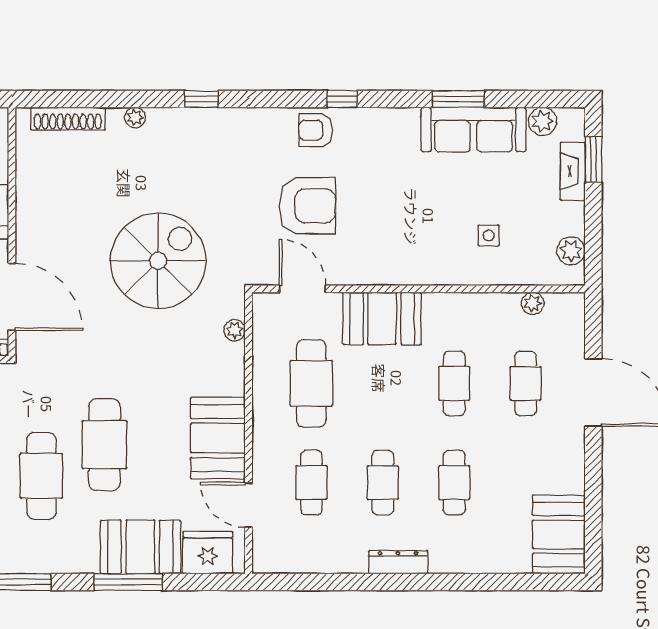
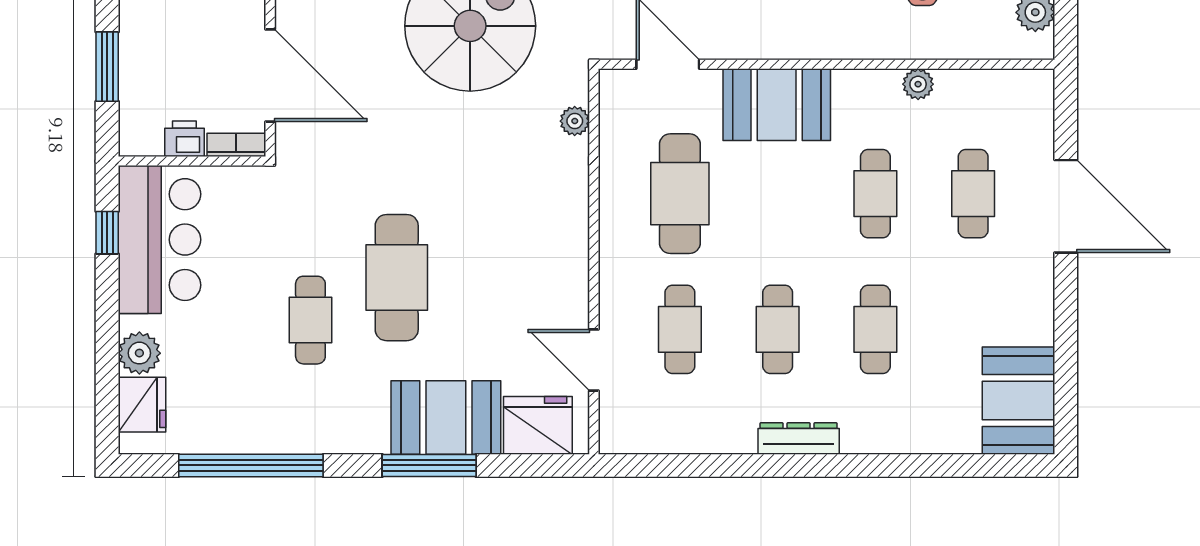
plant: (533, 303) -> (918, 84), moved
booth: (218, 438) -> (552, 269), removed
cafe table: (41, 476) -> (310, 320), width x0.73, depth x0.74

